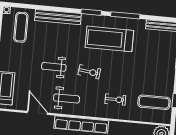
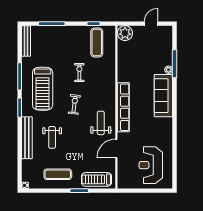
exercise mat: (21, 27) -> (58, 174), moved
weight bench: (54, 67) -> (52, 137), moved
exercise bike: (115, 99) -> (79, 73), moved

